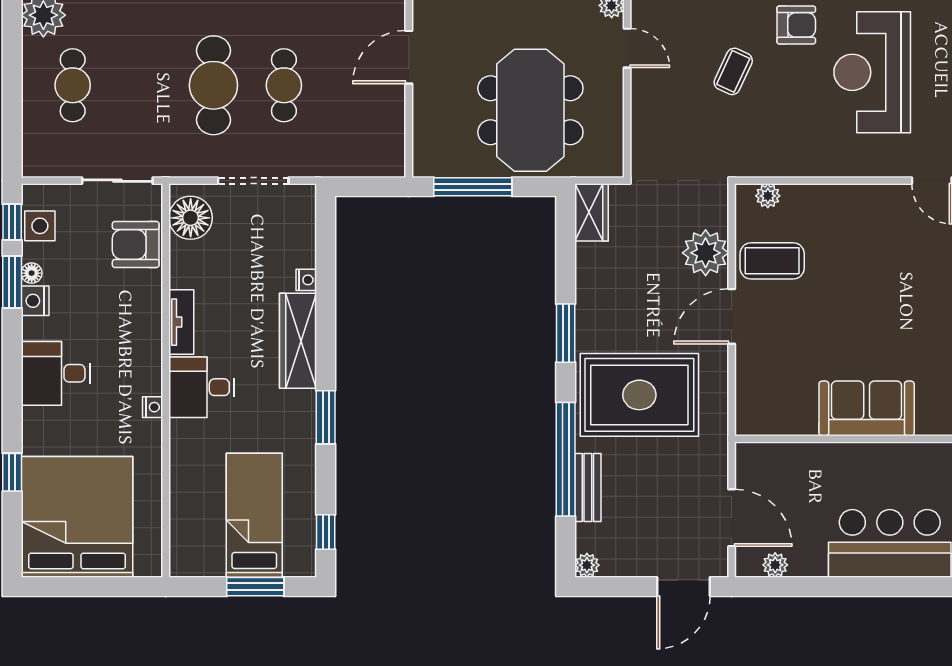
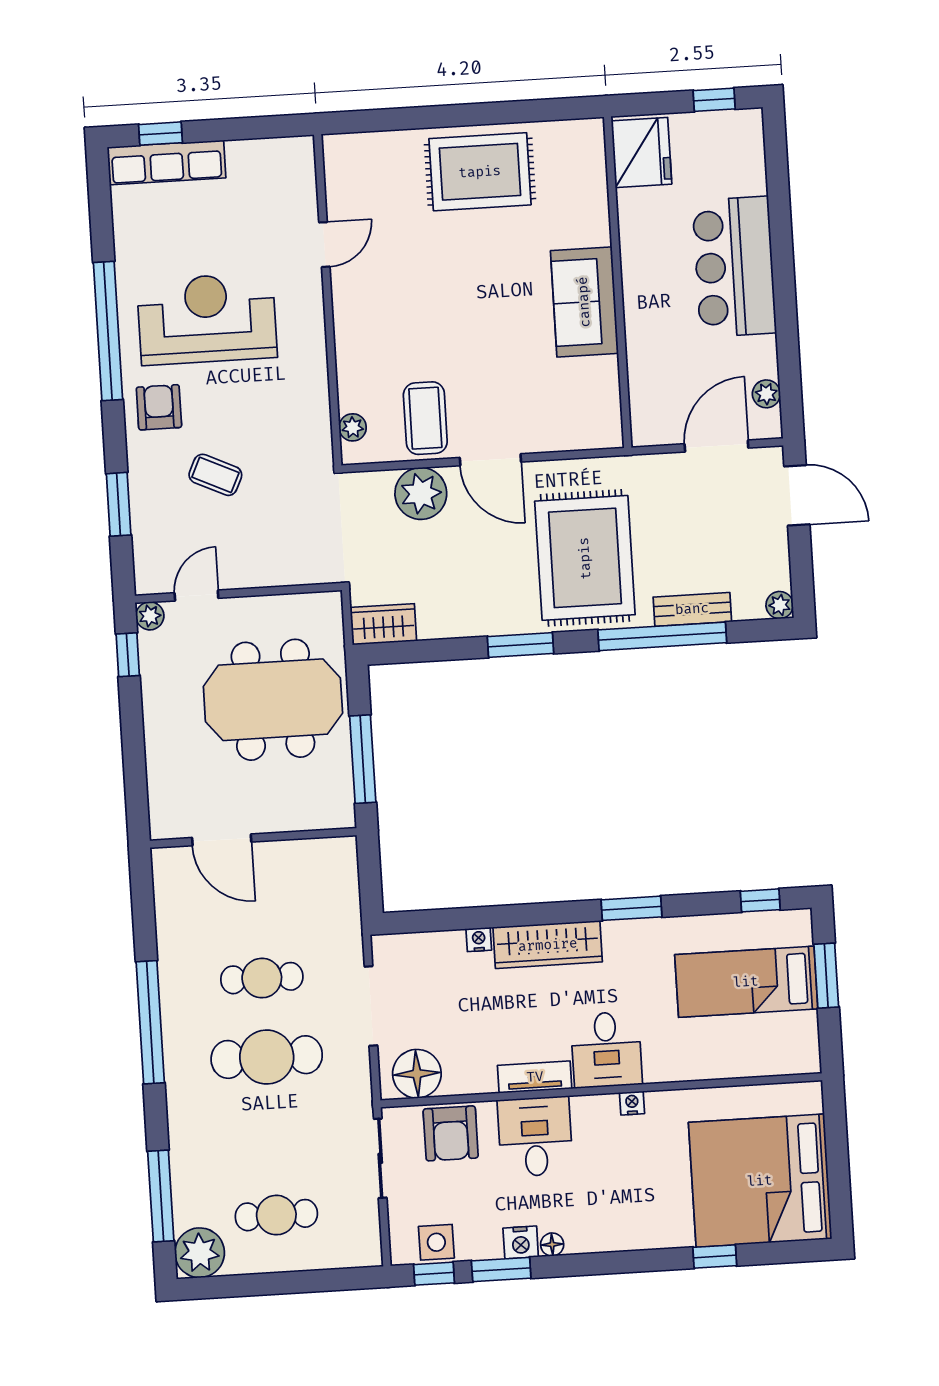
reception desk: (872, 72) -> (207, 319), turned 180
floor lamp: (32, 273) -> (552, 1244), moved
desk: (56, 373) -> (535, 1137), moved, turned 180

